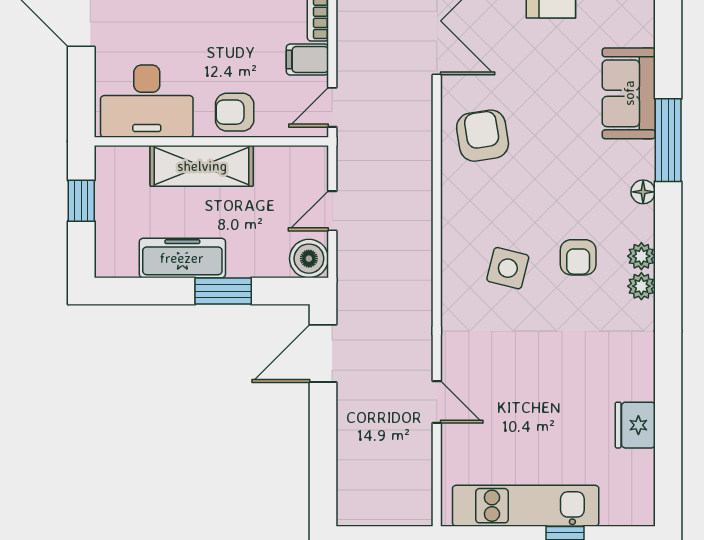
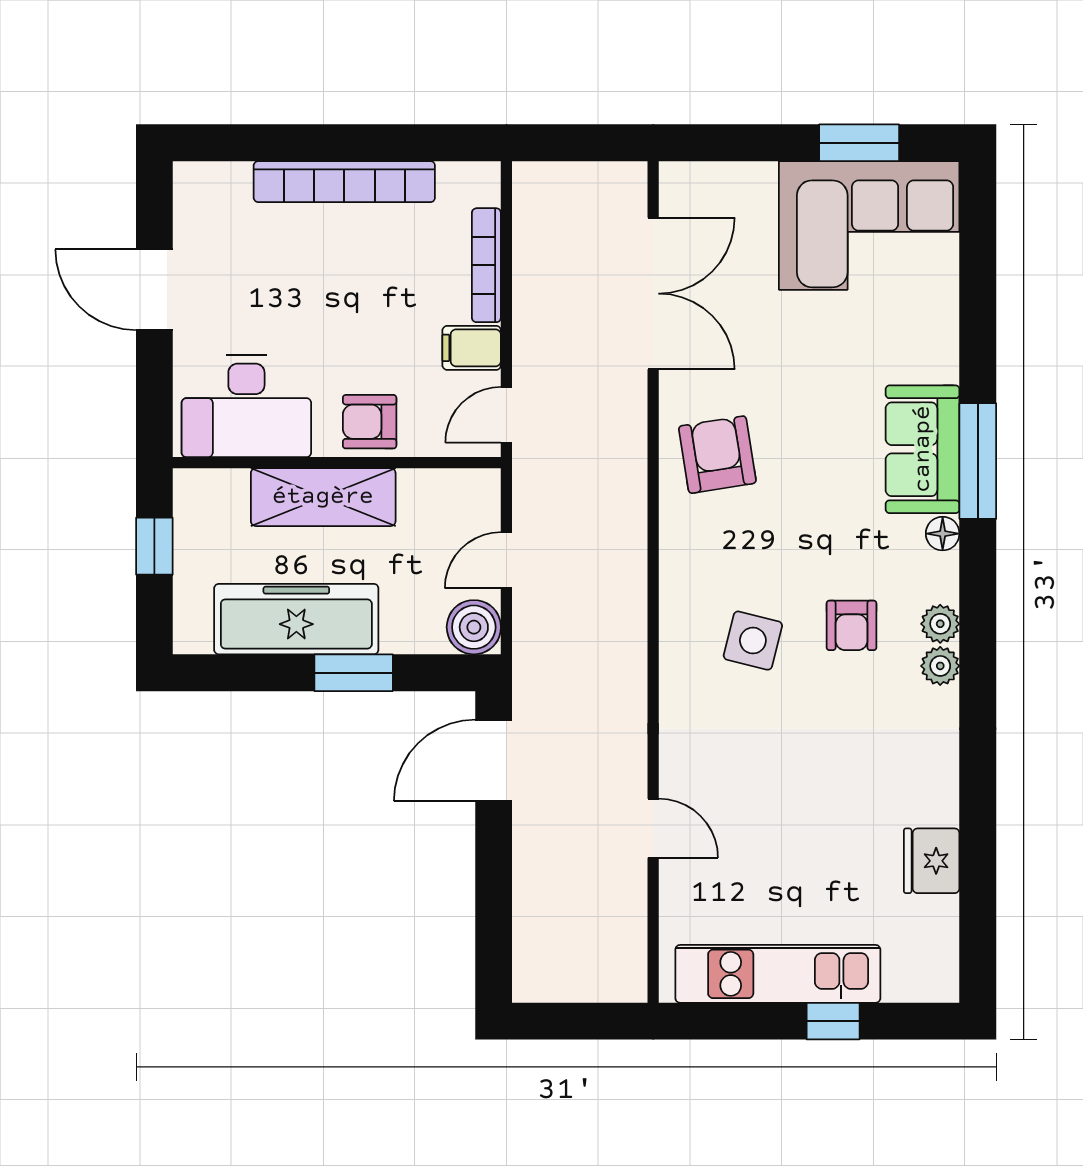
sofa: (629, 93) -> (923, 449), moved
freezer: (182, 258) -> (296, 619), width x1.36, depth x1.26

